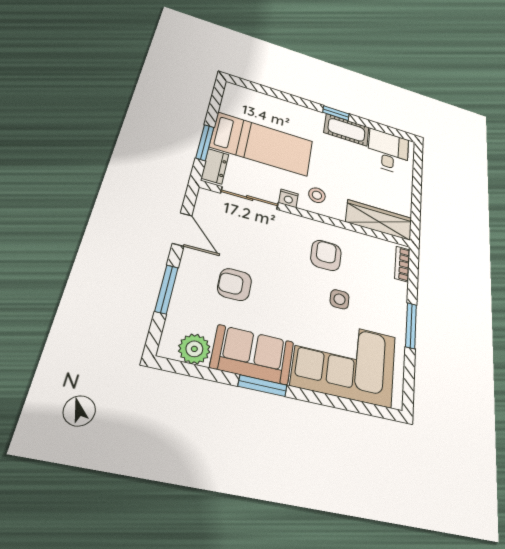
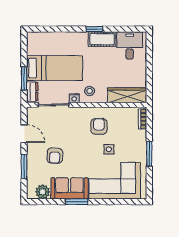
armchair: (235, 284) -> (55, 156), turned -87

